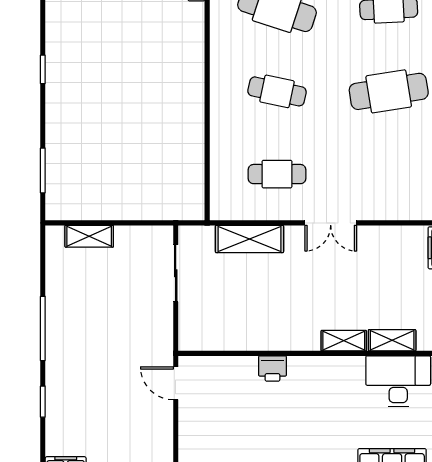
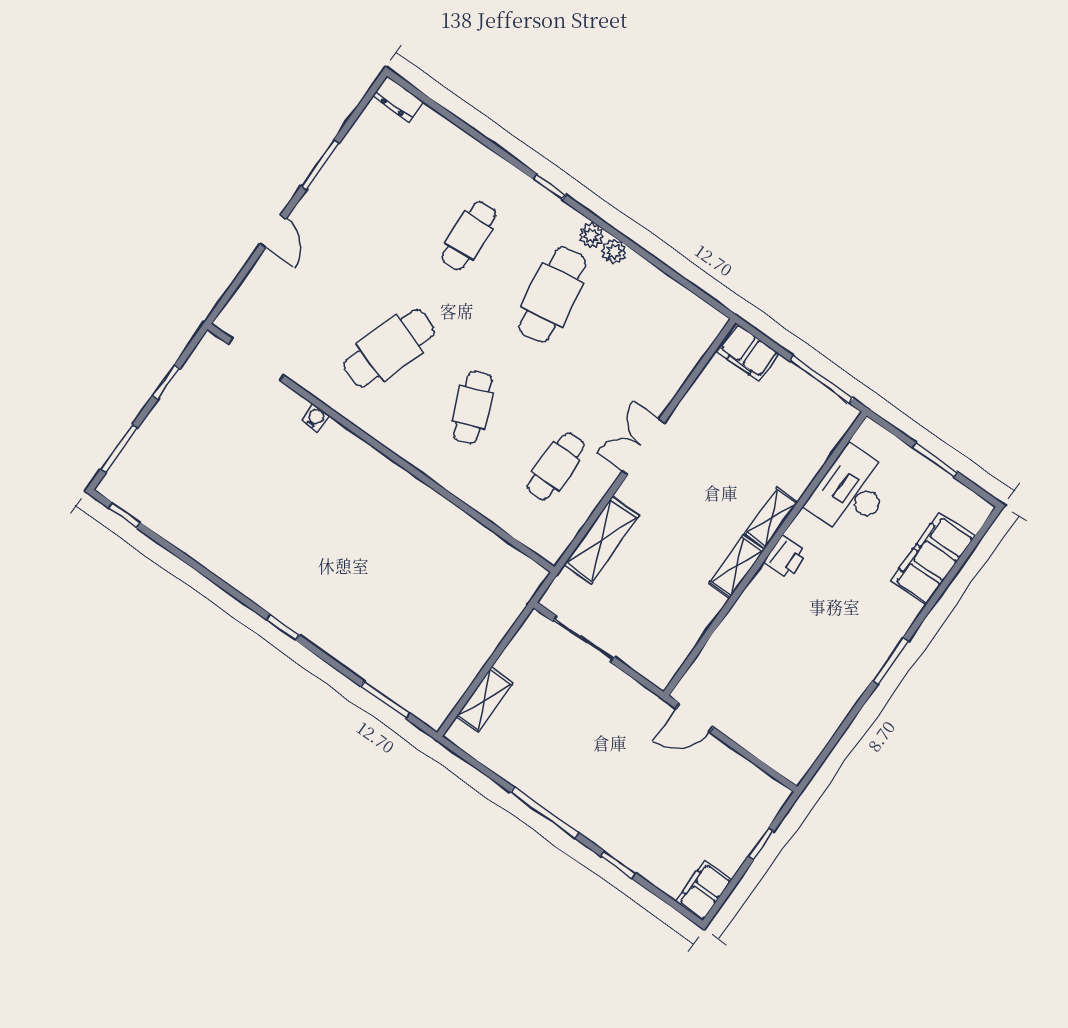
cafe table: (277, 91) -> (473, 407), turned -33
double door: (331, 223) -> (643, 447), swing flipped
shelving: (392, 340) -> (737, 566), moved
printer: (272, 369) -> (786, 557), moved

